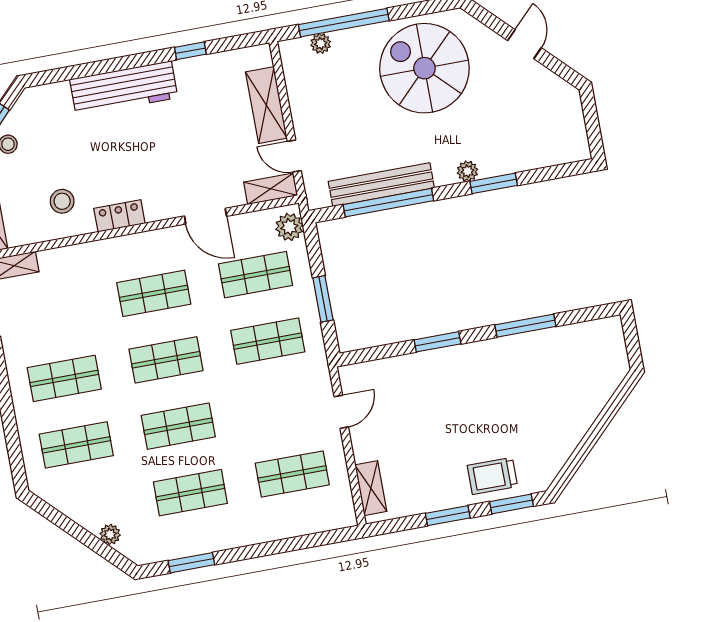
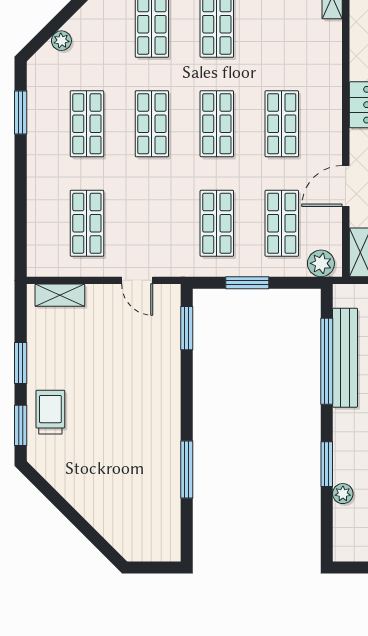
plant: (467, 171) -> (343, 494), moved
window: (438, 342) -> (187, 328), moved

